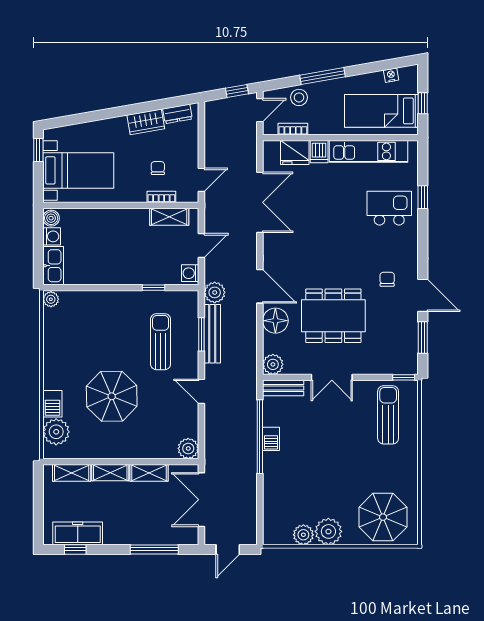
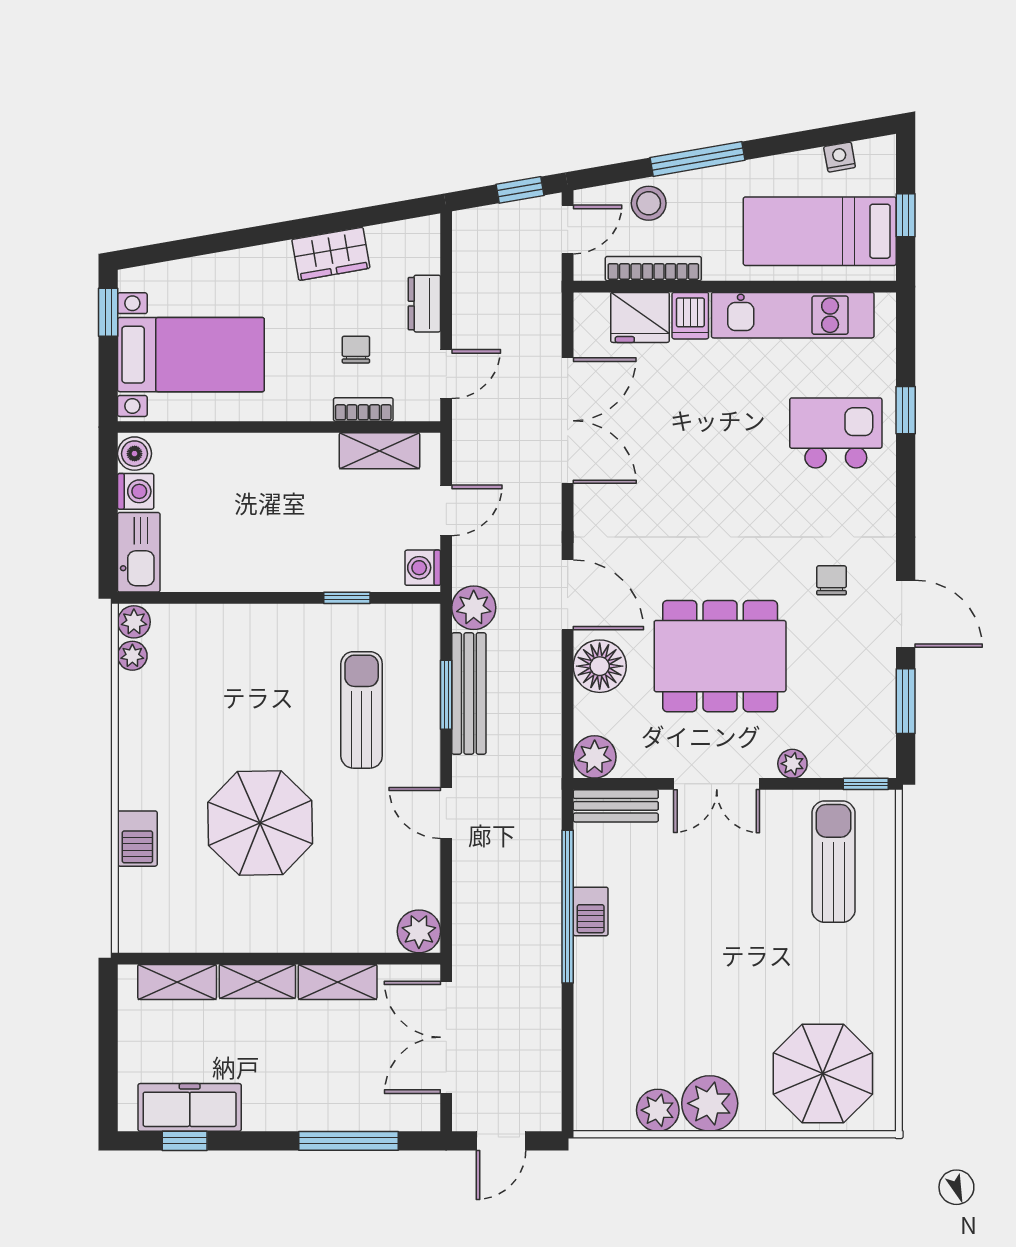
dresser: (178, 114) -> (424, 304), moved, turned 100
bookcase: (293, 129) -> (653, 269), width x1.56
plant: (368, 368) -> (792, 764), added
plant: (56, 432) -> (132, 656), moved, width x0.53, depth x0.53

